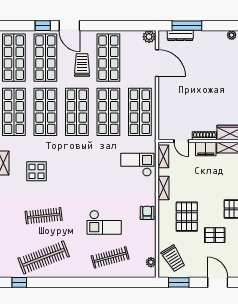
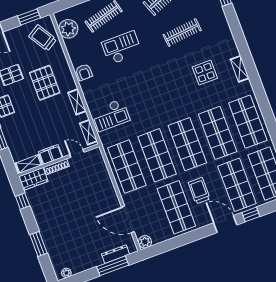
trolley: (82, 65) -> (199, 191), turned 180
plant: (151, 262) -> (68, 29), width x1.88, depth x1.88

